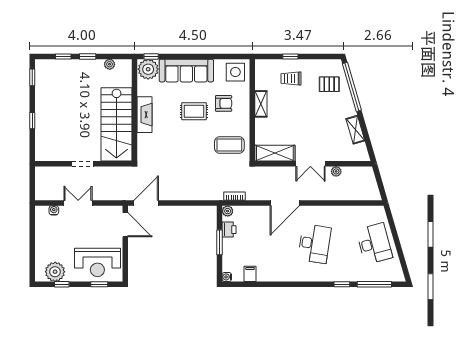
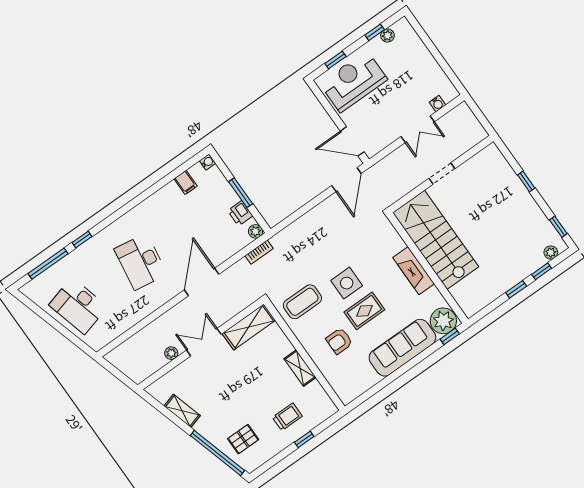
plant: (110, 64) -> (551, 252), moved
side table: (235, 72) -> (347, 283), moved
plant: (55, 272) -> (387, 36), width x0.53, depth x0.53

